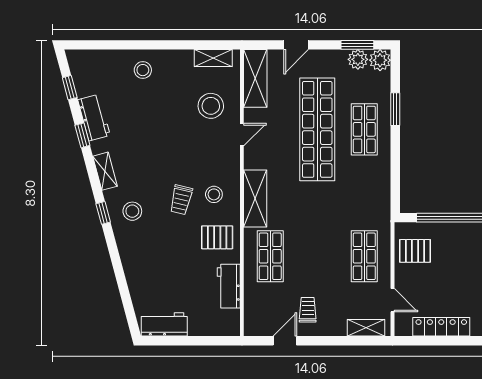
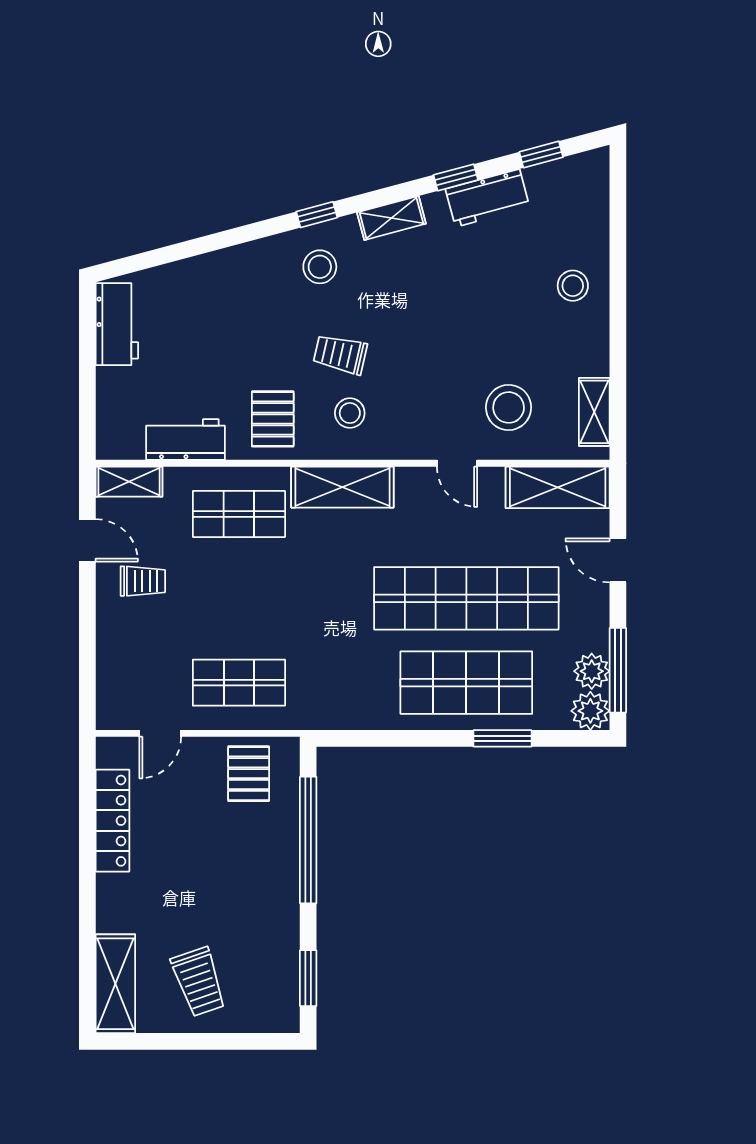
window: (357, 45) -> (618, 670), width x1.44
shop shelf: (364, 129) -> (466, 683), width x1.43, depth x1.36
shelving: (366, 328) -> (129, 482), moved, turned 90

